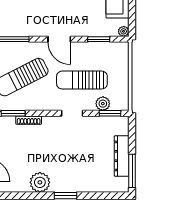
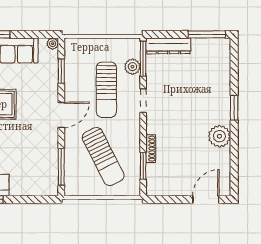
window: (110, 113) -> (143, 59), width x1.44
dresser: (122, 156) -> (168, 46), moved

